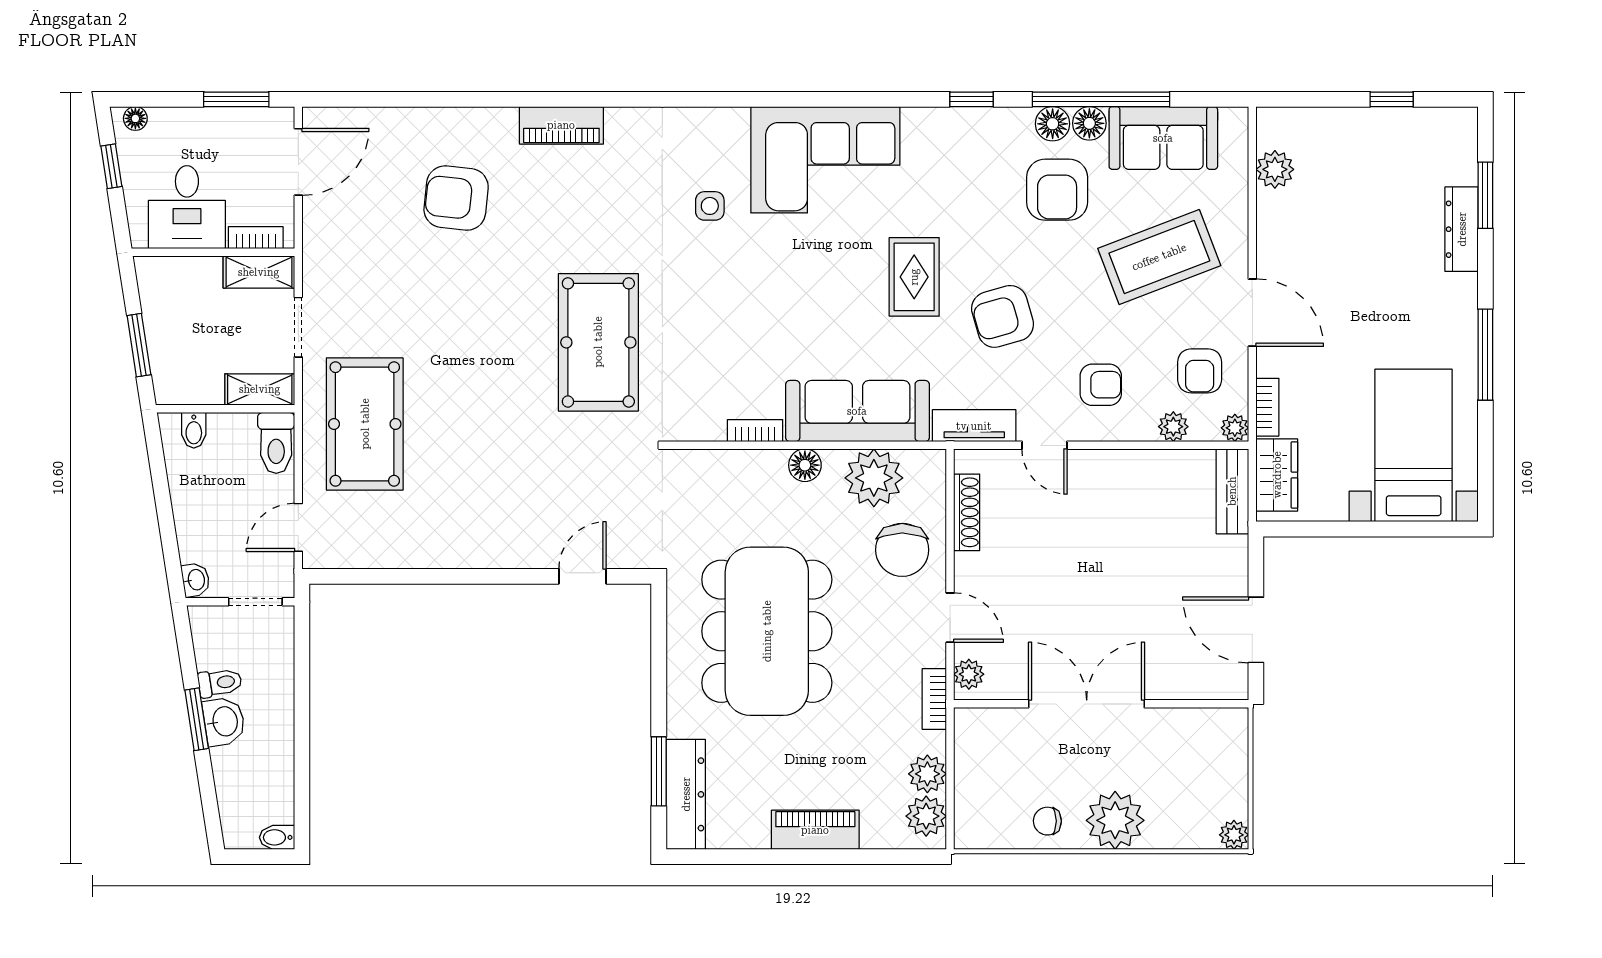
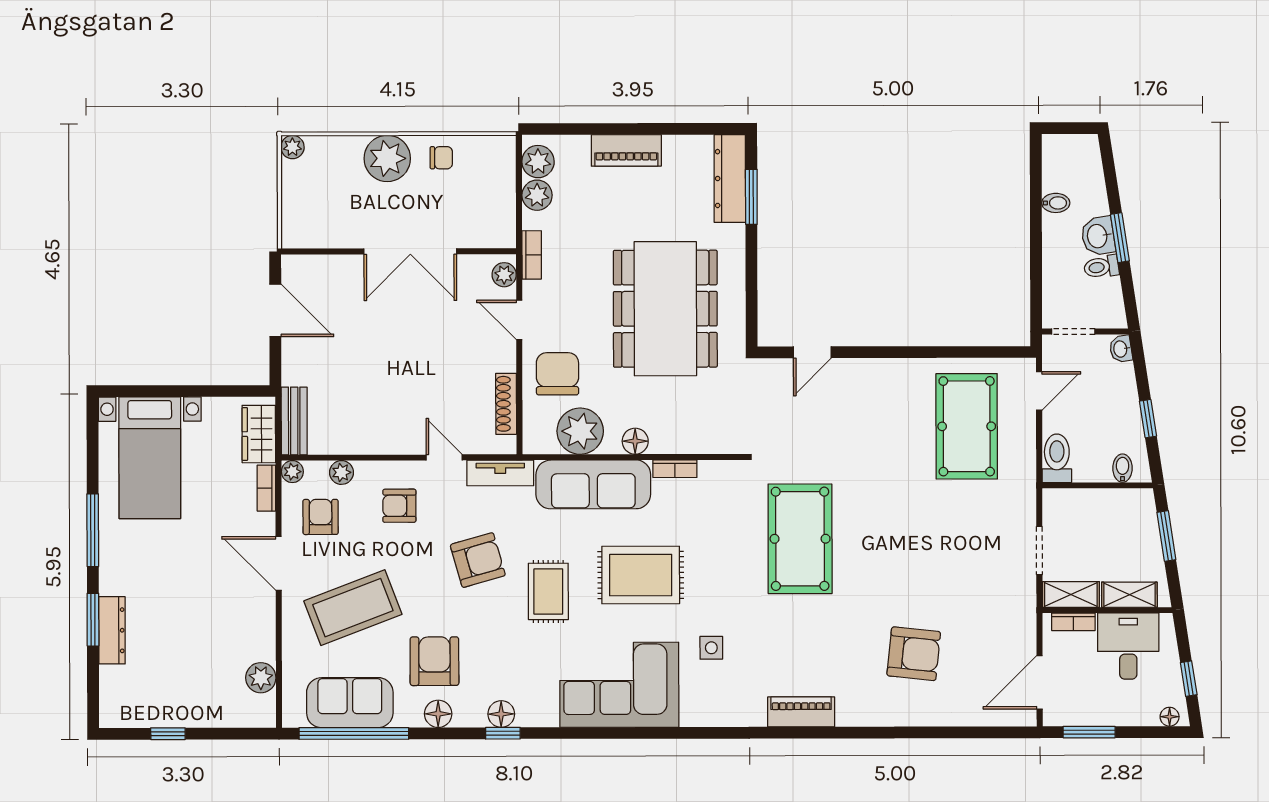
window: (1101, 99) -> (354, 733), moved
floor lamp: (1089, 123) -> (501, 714), moved
piano: (561, 125) -> (801, 712), moved
window: (1485, 195) -> (93, 620), moved
rug: (798, 297) -> (641, 575), added
shelving: (260, 389) -> (1129, 595), moved
pool table: (365, 424) -> (967, 426), moved
window: (162, 492) -> (1148, 419), added
bidet: (277, 837) -> (1056, 203), moved

